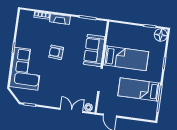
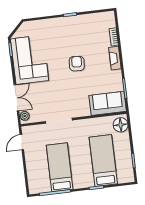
floor lamp: (161, 35) -> (121, 125), moved
sofa: (94, 50) -> (108, 103), moved
bed: (126, 58) -> (103, 160), moved, turned 180
corner sofa: (26, 69) -> (30, 60), moved, turned -90

